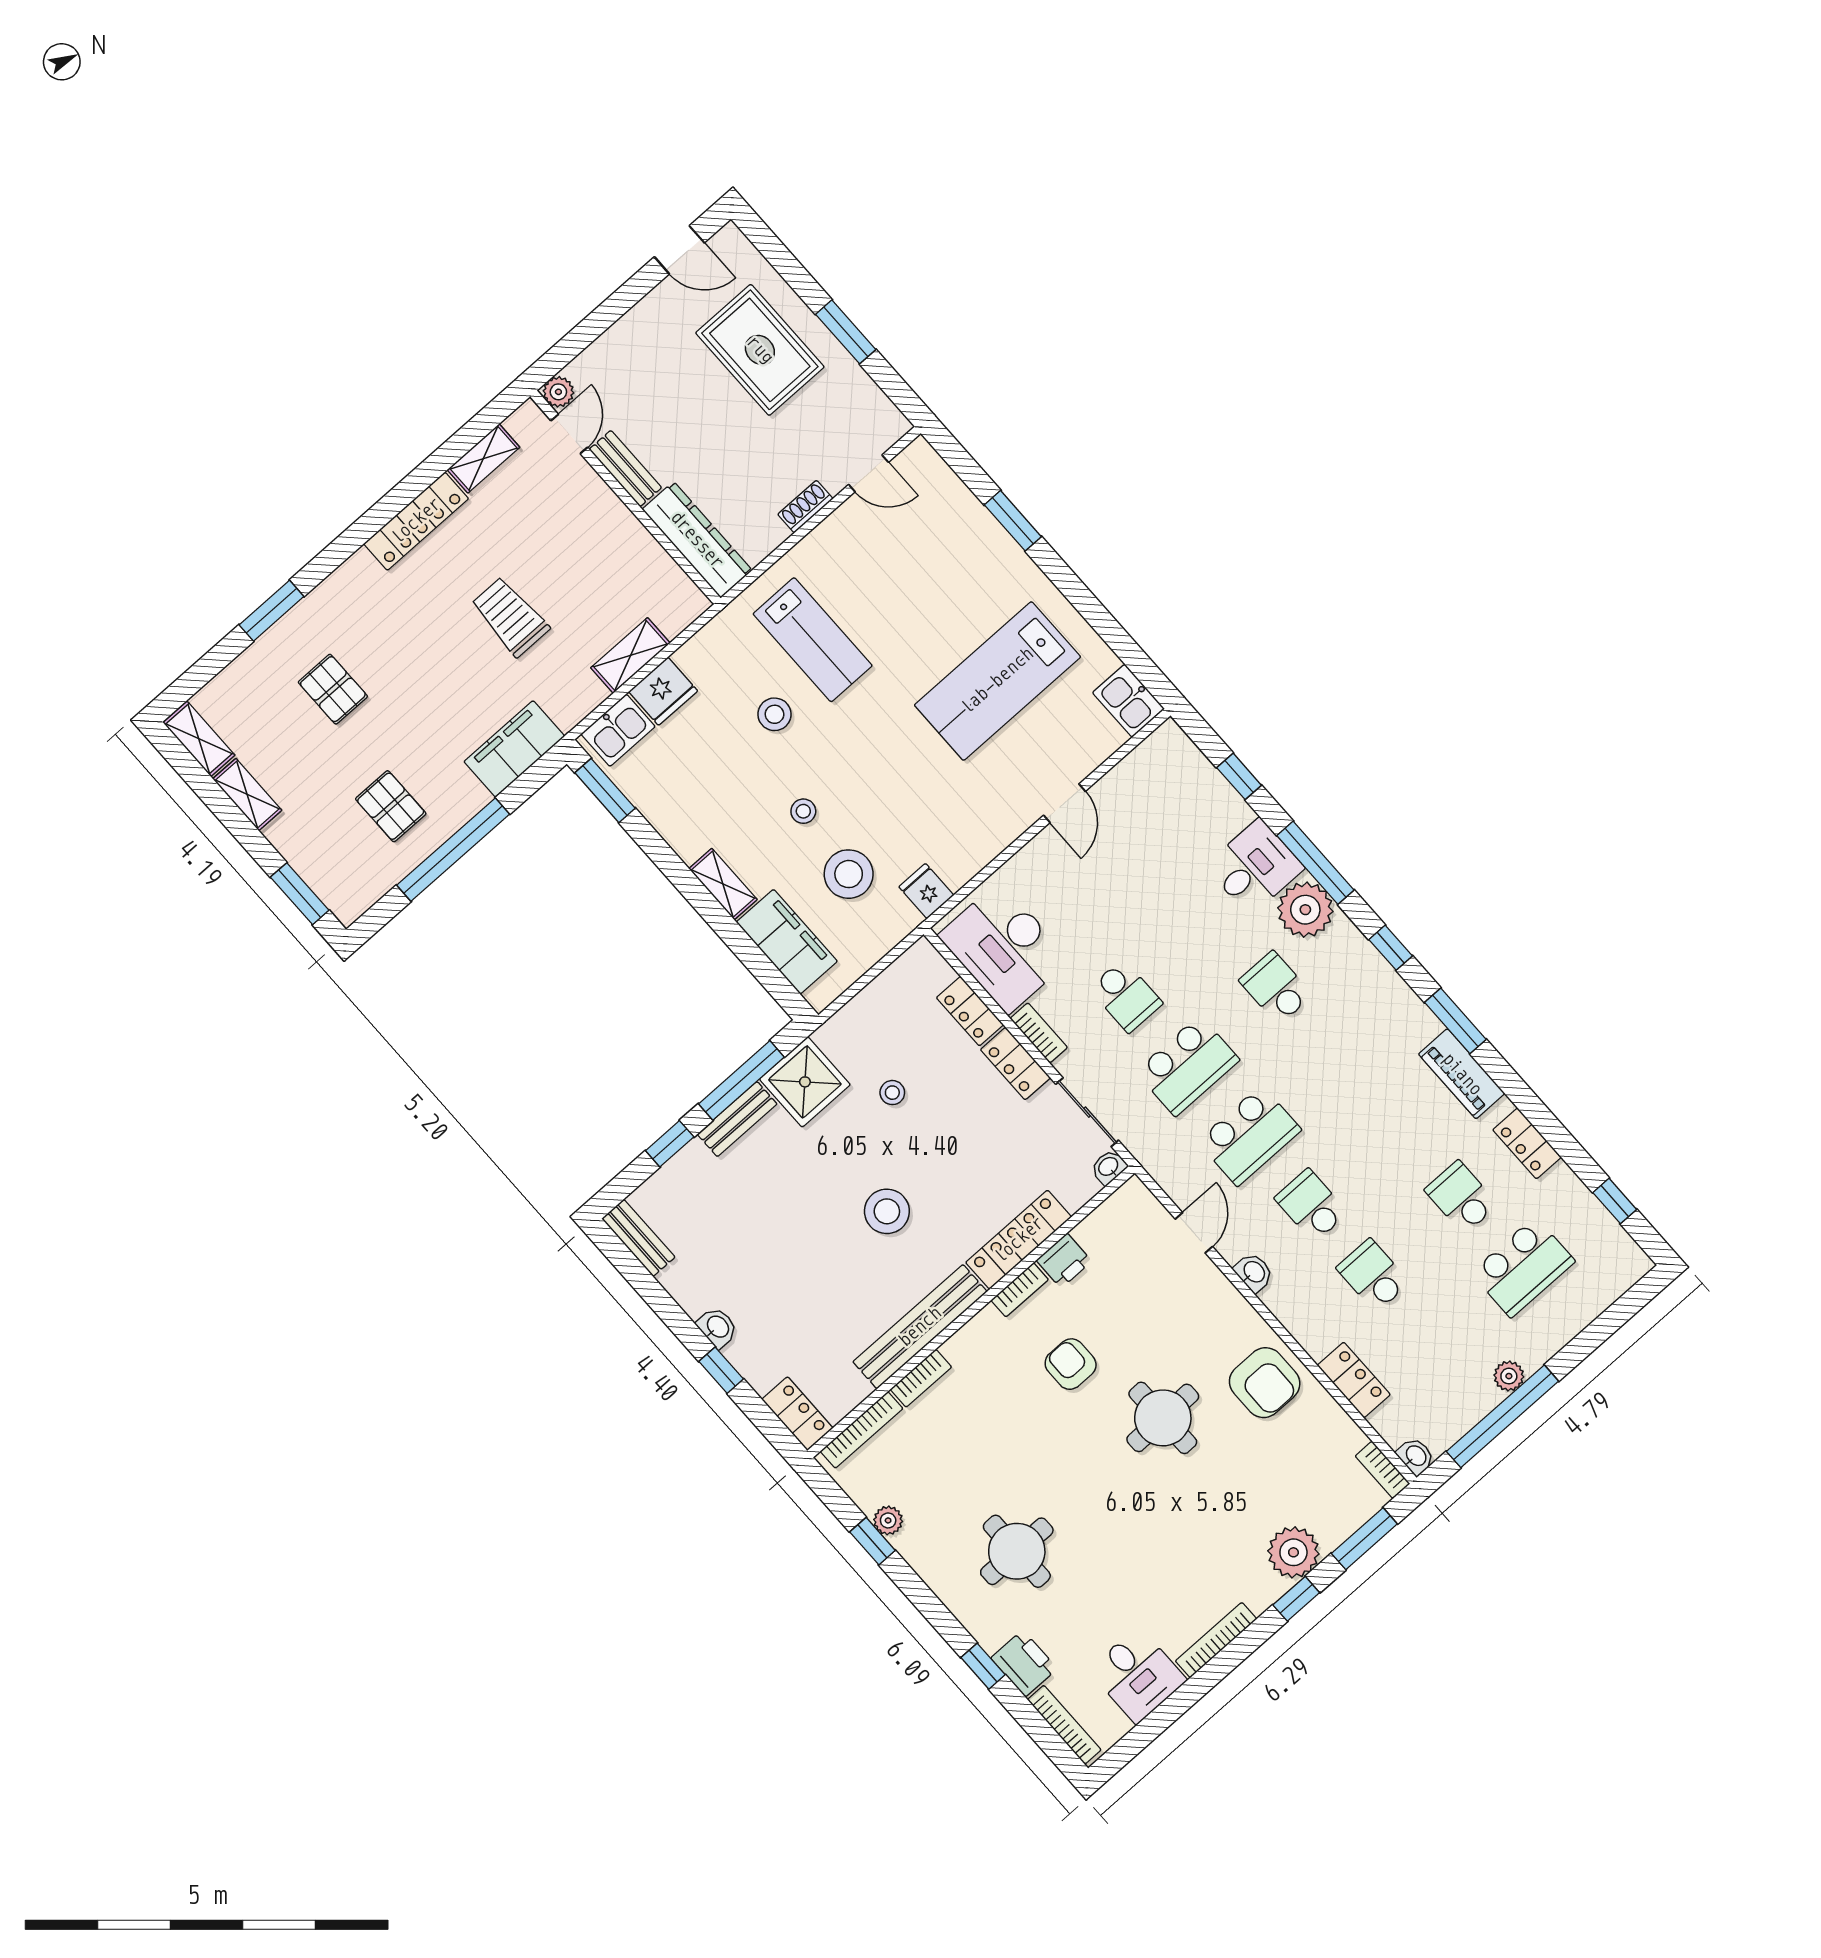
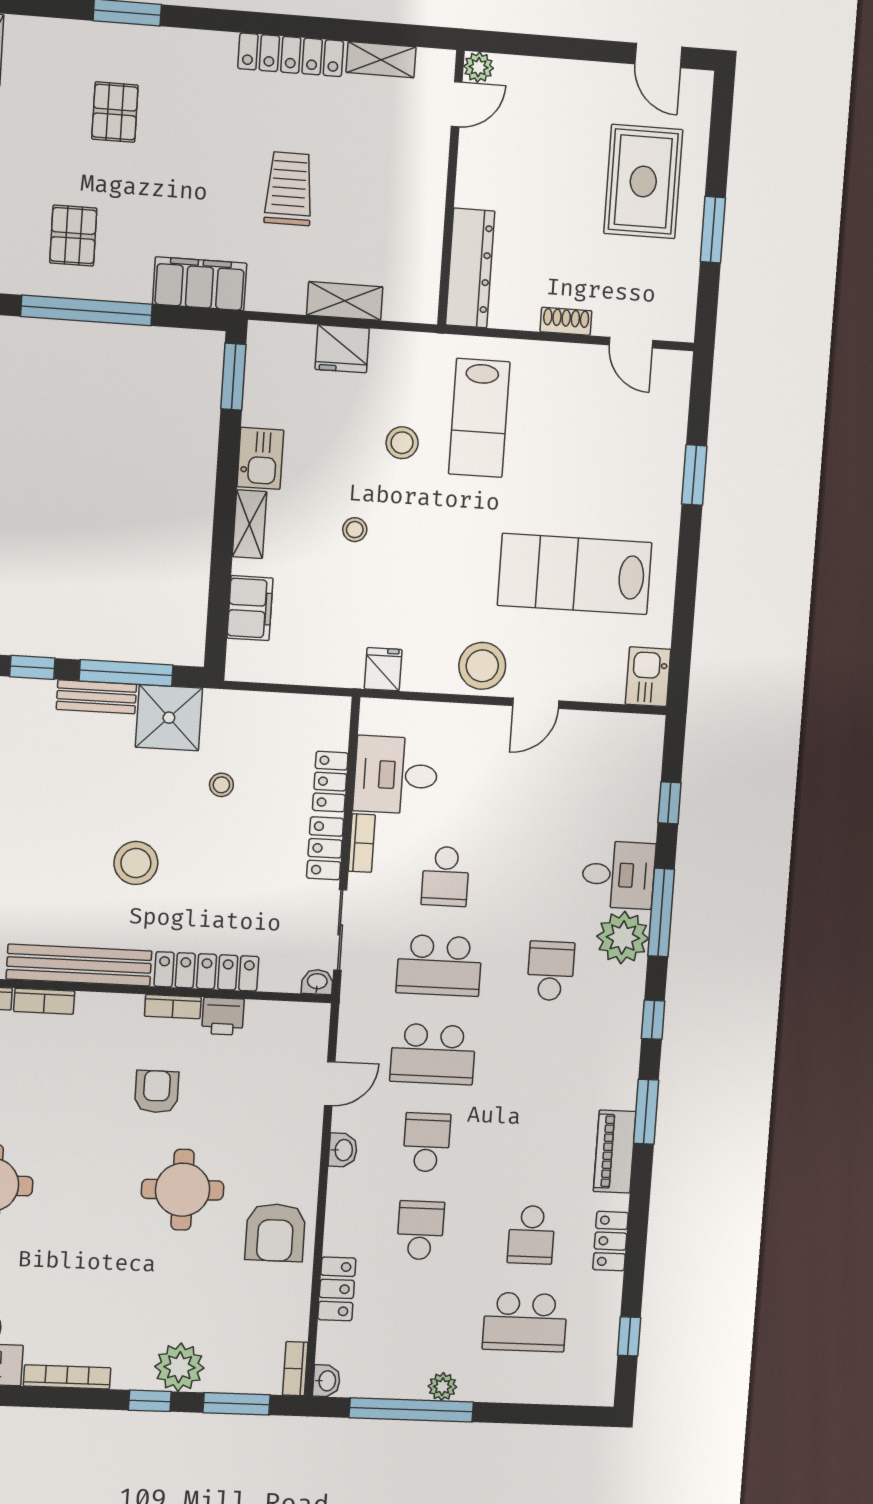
bench: (625, 469) -> (471, 168), removed
kitchen sink: (618, 730) -> (260, 458), moved, turned -90
stool: (849, 874) -> (482, 666), moved
filing cabinet: (787, 942) -> (250, 608), width x0.67, depth x0.86
desk: (1004, 948) -> (396, 775), width x0.73
school desk: (1461, 1197) -> (531, 1235), turned 180

